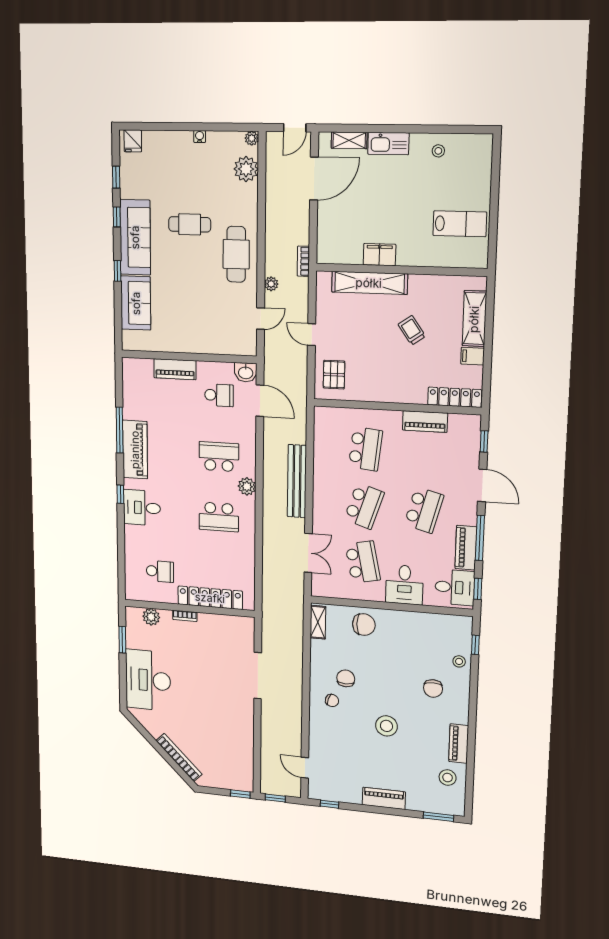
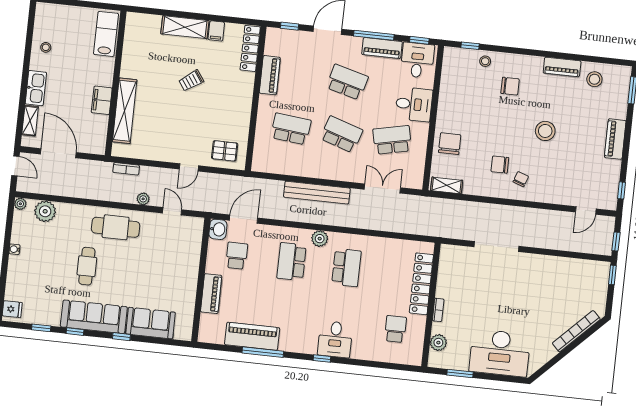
filing cabinet: (380, 255) -> (102, 100), moved
wall: (401, 270) -> (116, 83), moved
shelving: (369, 283) -> (125, 111), moved
piano: (135, 450) -> (252, 336), moved

